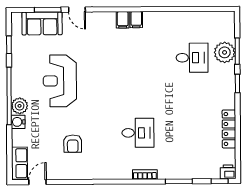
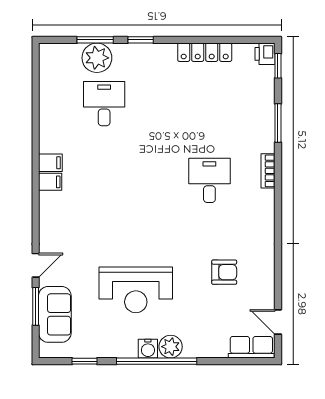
filing cabinet: (123, 20) -> (50, 163), moved
water cooler: (18, 122) -> (148, 349), moved

